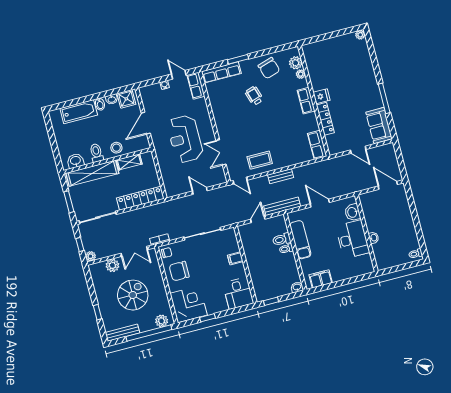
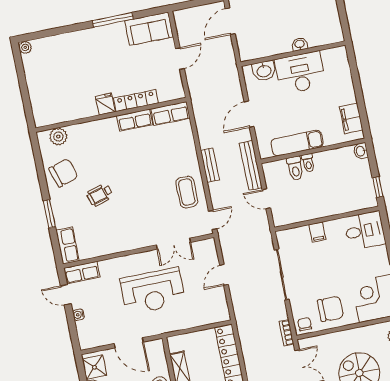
row of seats: (221, 72) -> (67, 245), width x0.68
plant: (301, 74) -> (74, 131), removed
door: (179, 75) -> (66, 295), hinge flipped
row of seats: (306, 101) -> (135, 120), moved
chair: (179, 271) -> (330, 309), turned -90

